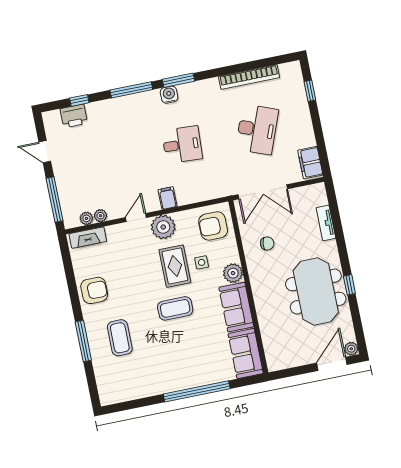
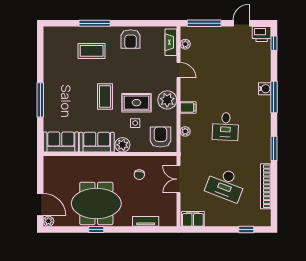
window: (179, 80) -> (274, 148), moved
water cooler: (169, 95) -> (265, 89), moved
window: (79, 100) -> (274, 43), moved
printer: (74, 116) -> (262, 34), moved, turned -90
double door: (263, 192) -> (178, 179), width x0.73
plant: (100, 216) -> (185, 131), moved
door: (136, 218) -> (178, 70), moved
window: (197, 391) -> (40, 100), width x0.68

